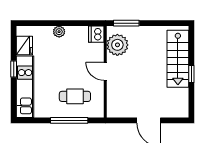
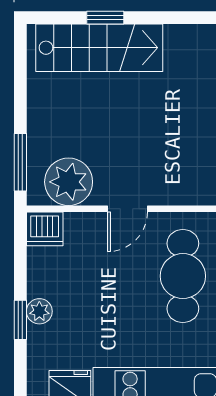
window: (55, 23) -> (20, 320), added
window: (191, 74) -> (105, 18), moved
cafe table: (75, 96) -> (183, 276), width x1.37, depth x1.35

